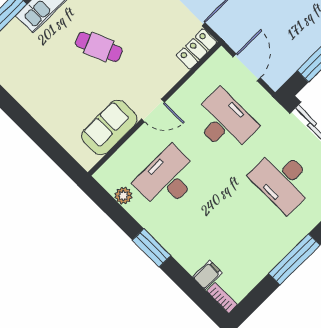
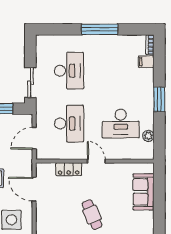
locker: (196, 49) -> (69, 169), moved
desk: (224, 122) -> (69, 124), turned 180
sofa: (109, 127) -> (144, 192), moved, turned 90

